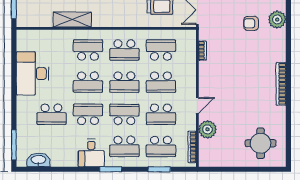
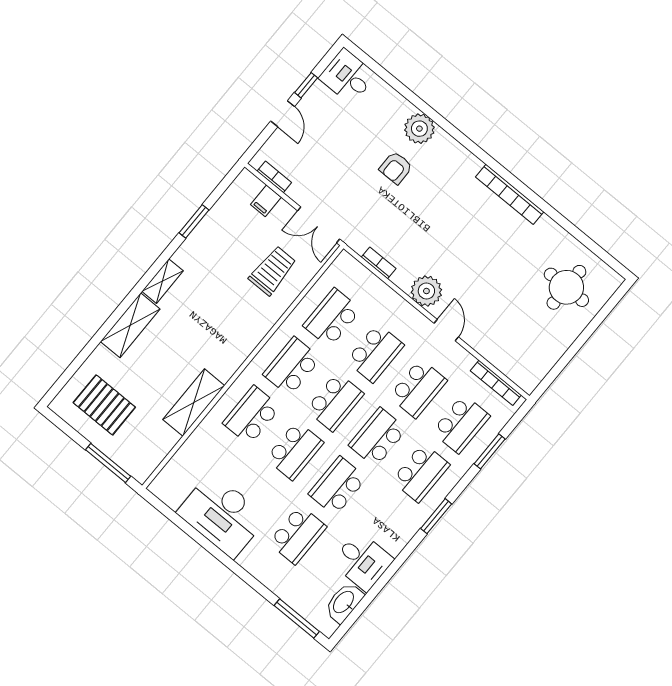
school desk: (124, 50) -> (292, 366), turned 180
plant: (207, 129) -> (426, 291), moved
desk: (91, 153) -> (362, 561), moved

